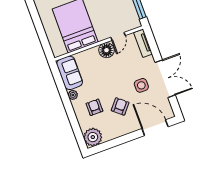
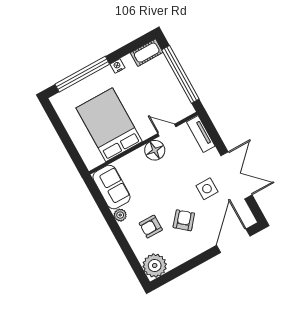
door: (118, 36) -> (167, 130), swing flipped
armchair: (94, 107) -> (151, 227), turned -90
door: (155, 128) -> (233, 241), hinge flipped

